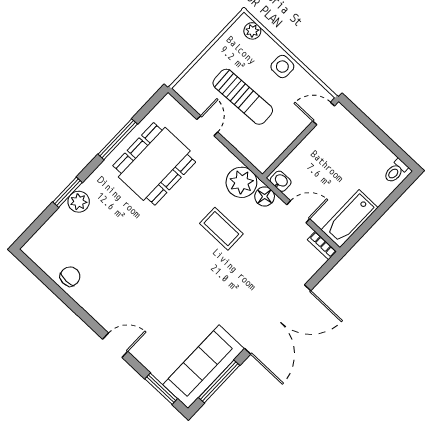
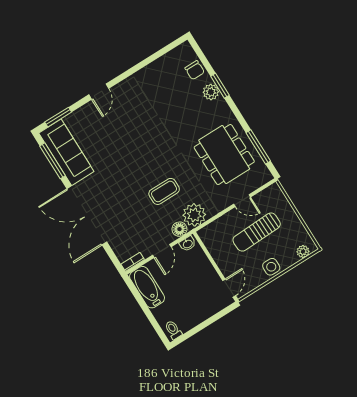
window: (118, 139) -> (258, 147), moved
chair: (70, 276) -> (195, 70), moved

